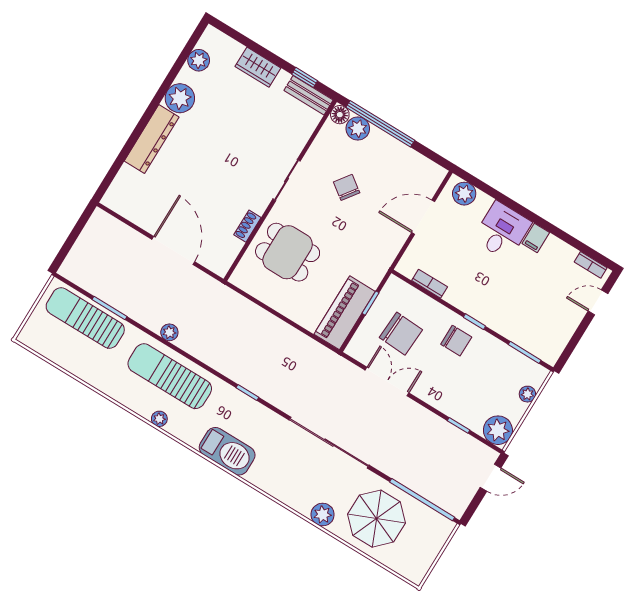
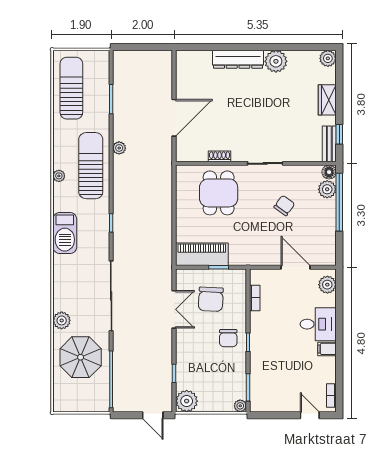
plant: (199, 60) -> (328, 58), moved
sun lounger: (85, 318) -> (71, 88), moved
plant: (527, 394) -> (240, 406), moved

